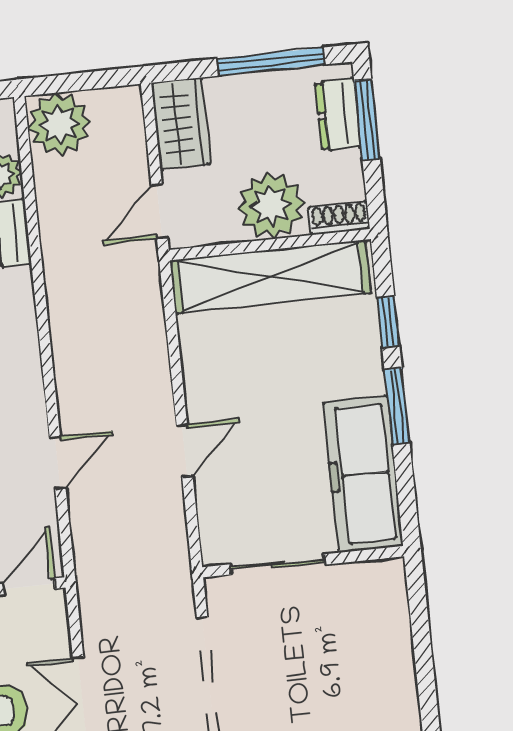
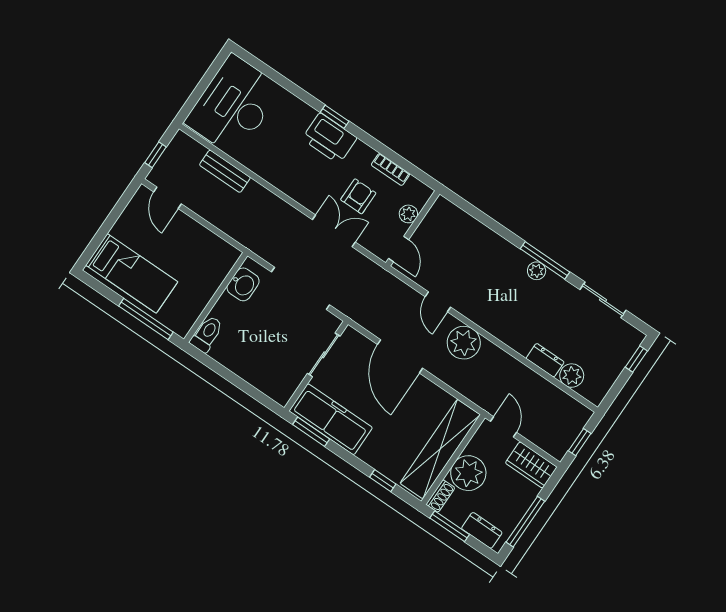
window: (87, 81) -> (580, 442), added
window: (367, 120) -> (450, 526), moved
plant: (59, 124) -> (464, 343), moved
window: (397, 406) -> (311, 432), moved
door: (185, 451) -> (400, 356), width x1.88

